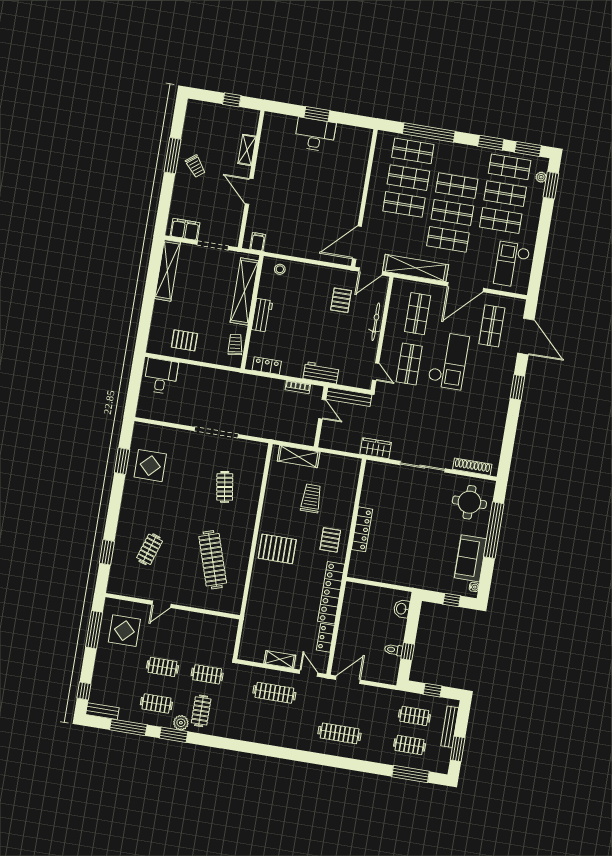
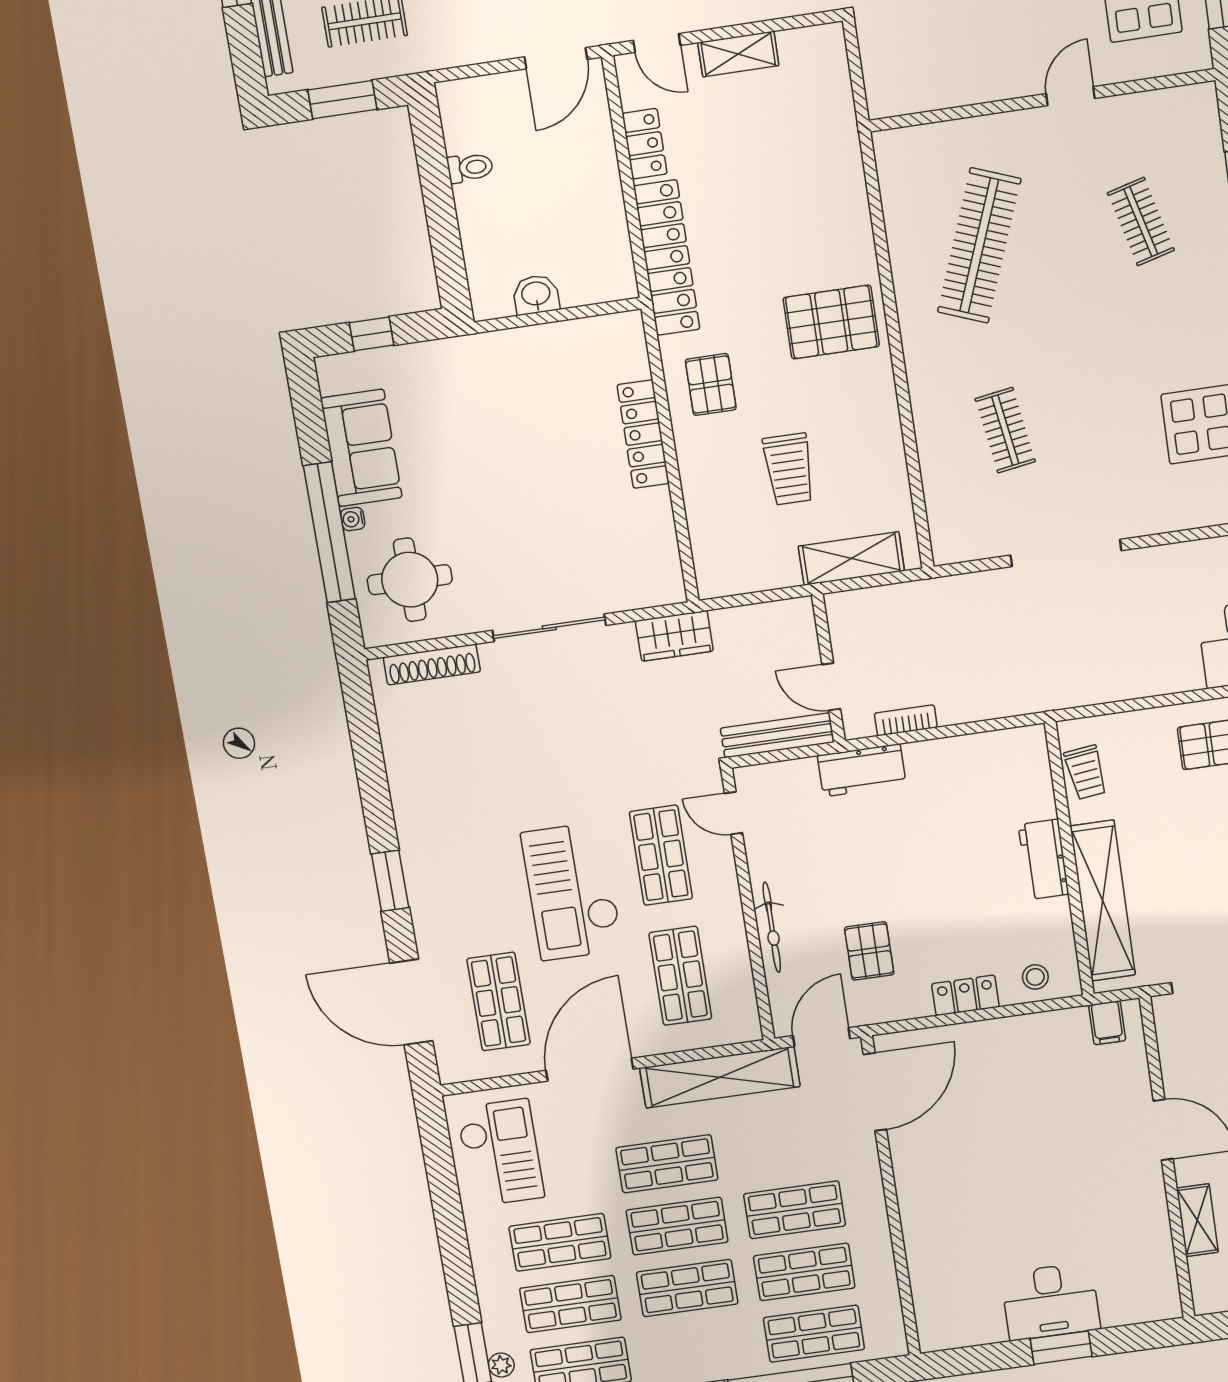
locker: (267, 366) -> (965, 995), moved, turned 180
clothes rail: (150, 549) -> (1141, 222), turned -33
clothes rail: (213, 560) -> (979, 245), turned 39
water cooler: (474, 587) -> (353, 519), moved
washbasin: (402, 609) -> (536, 295), moved, turned -90
window: (408, 651) -> (435, 175), removed
window: (432, 690) -> (342, 100), width x1.50

